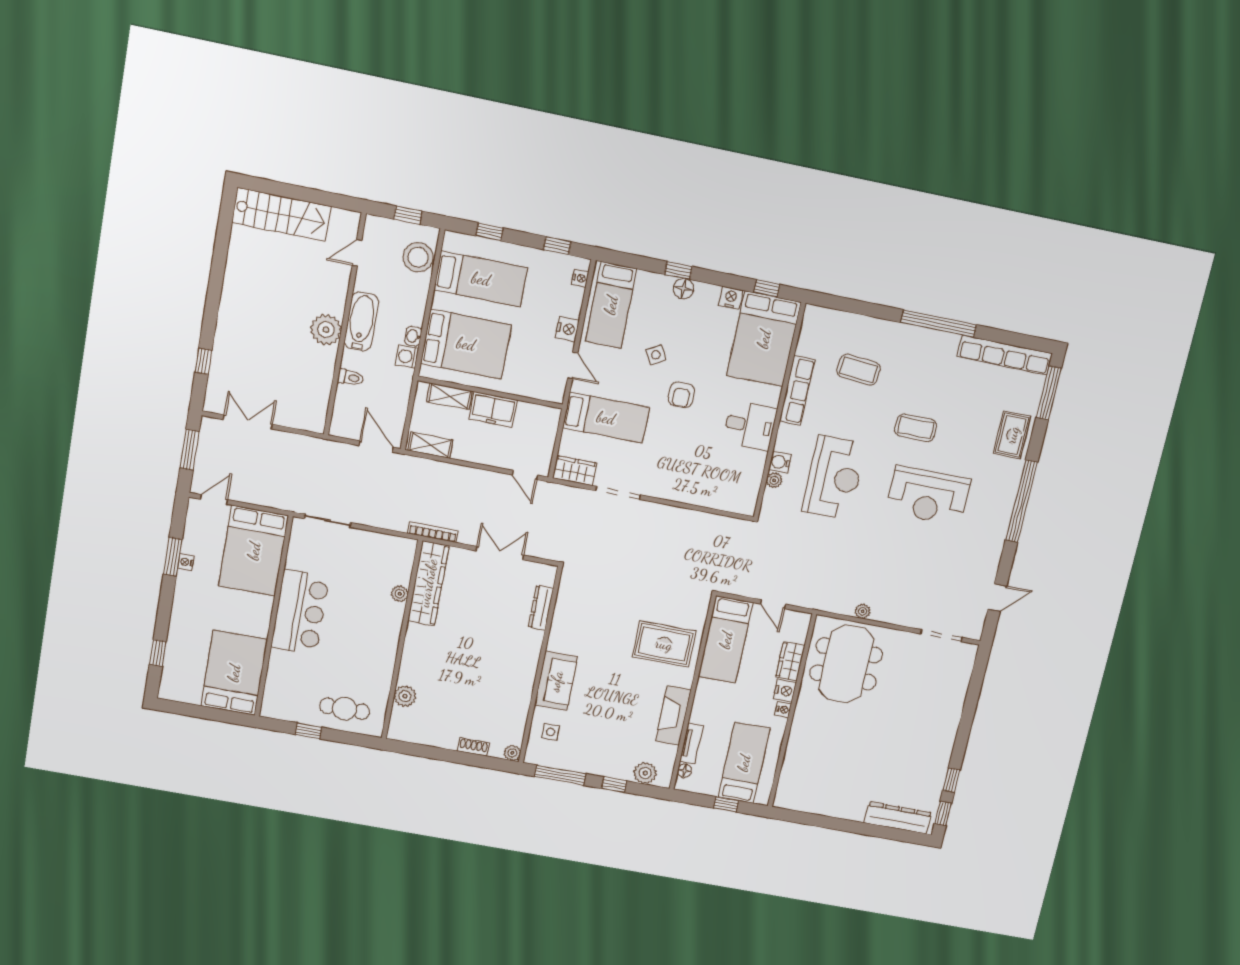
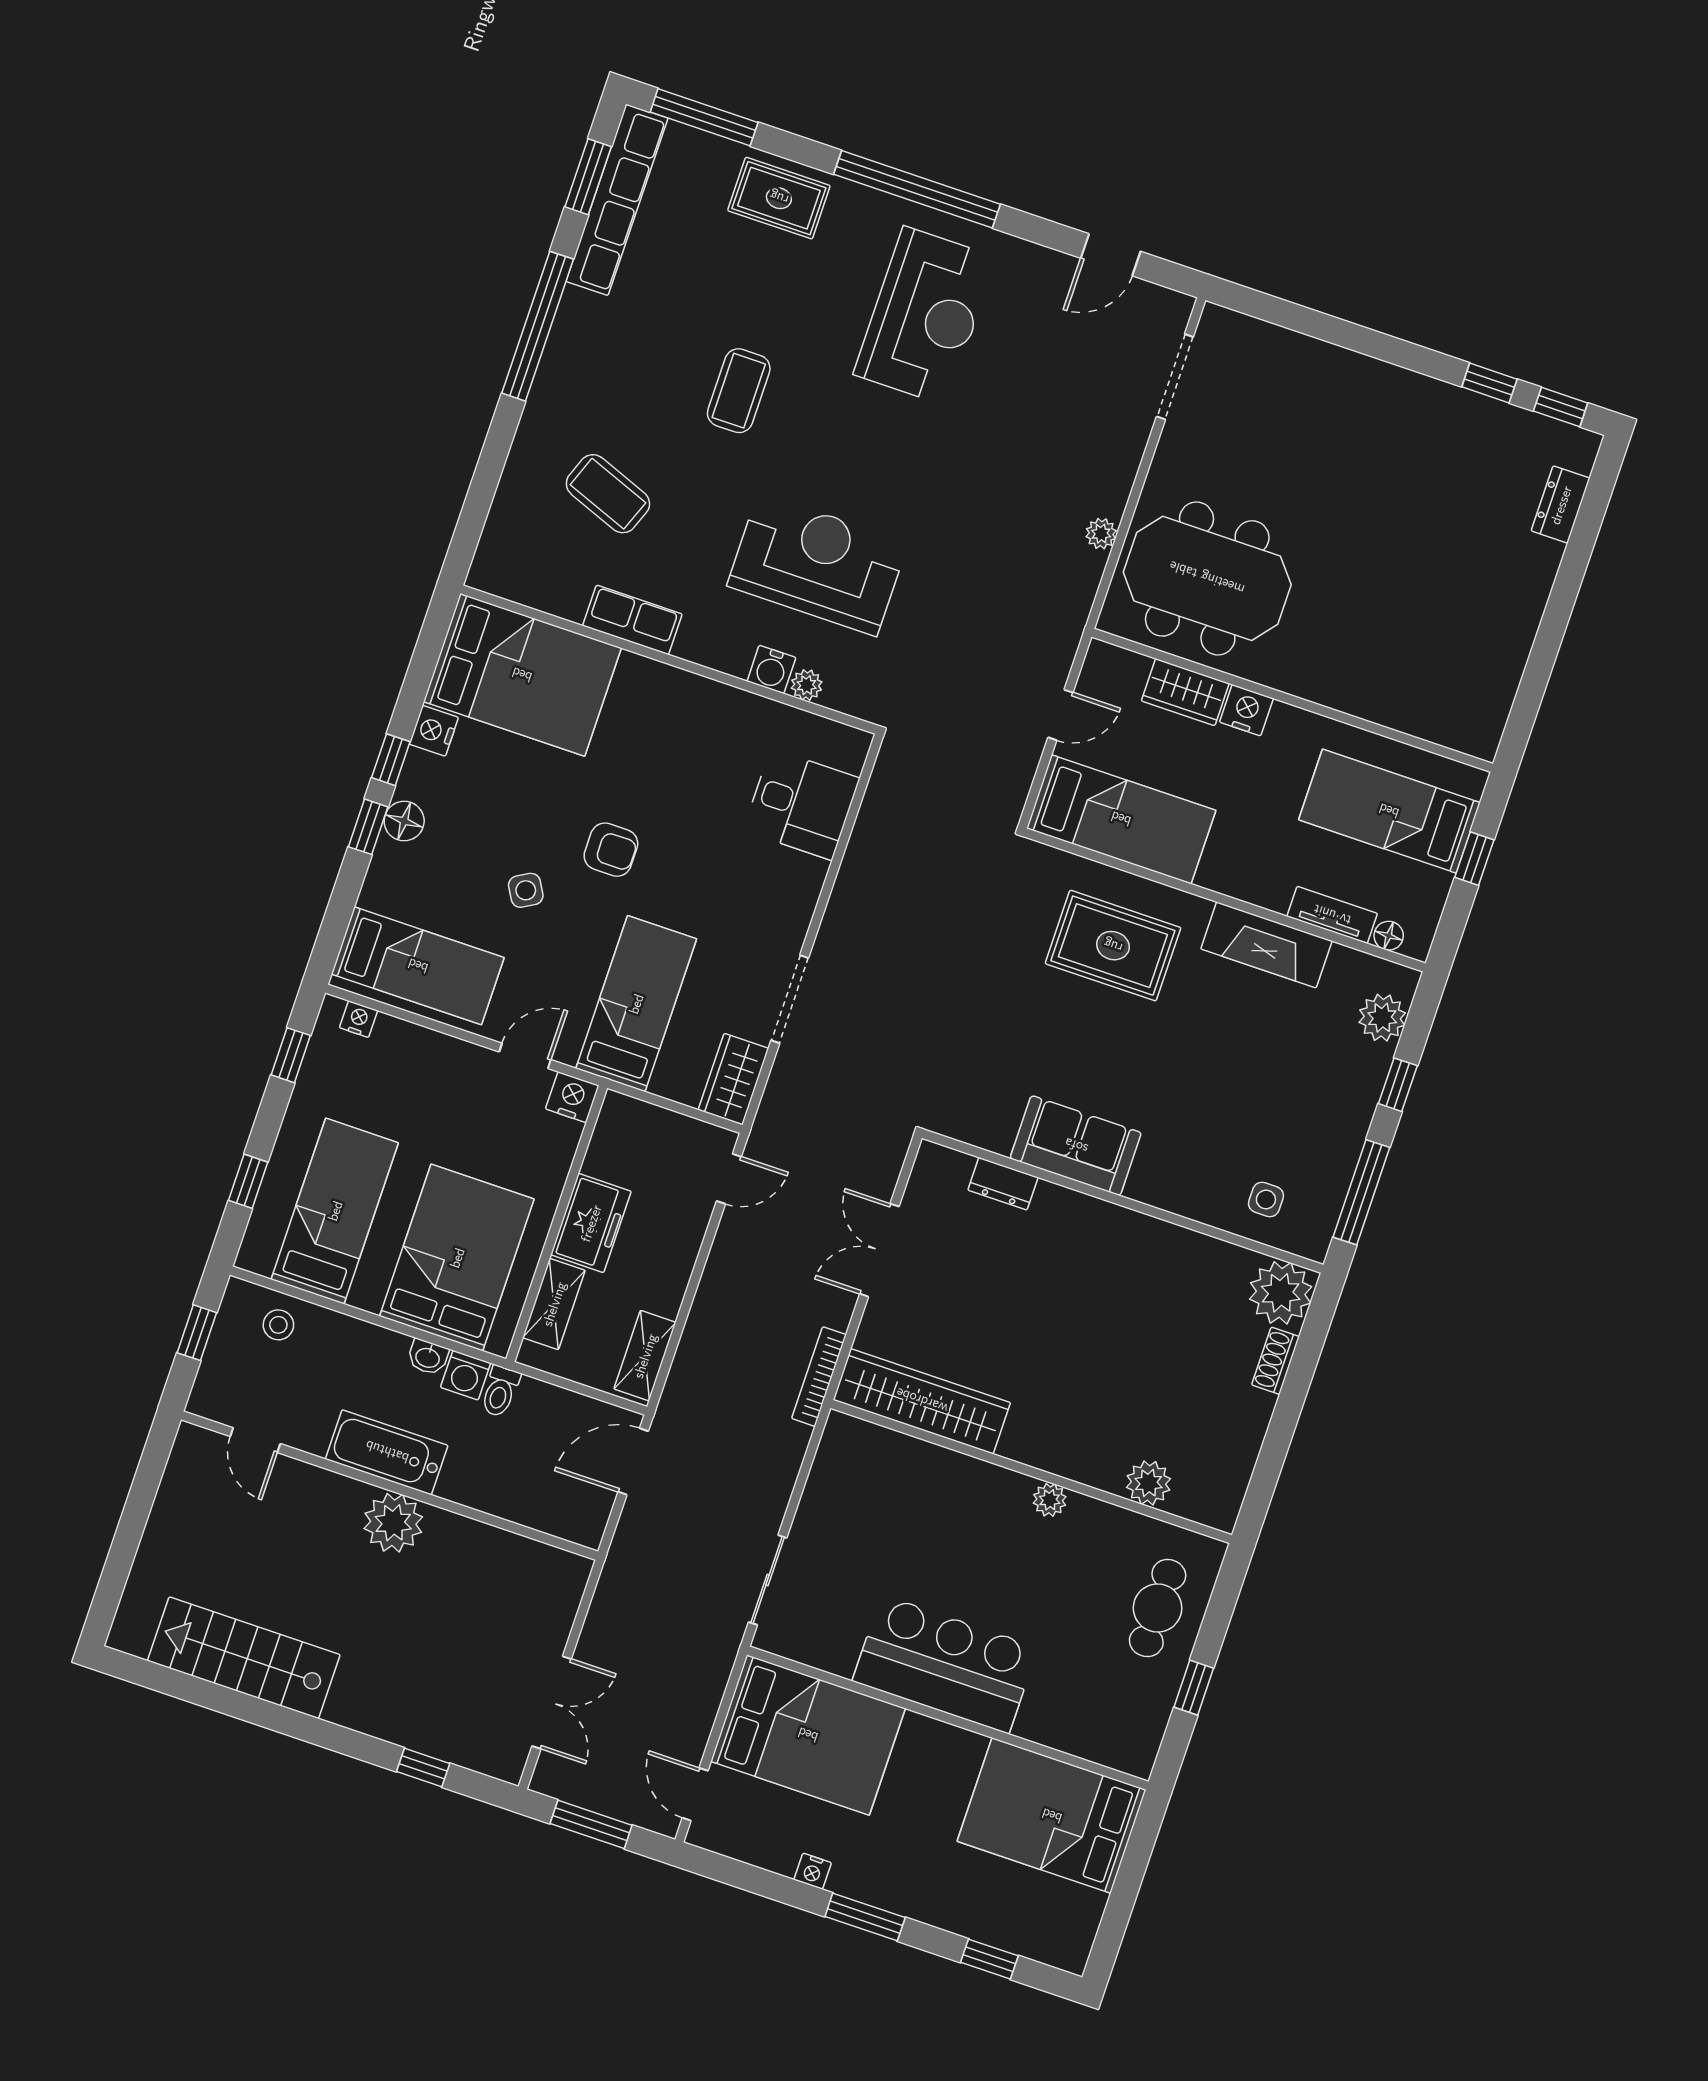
stairs: (281, 214) -> (244, 1658), moved, turned -90
stool: (418, 257) -> (278, 1325), width x0.53, depth x0.53
window: (767, 288) -> (391, 760), moved
nightstand: (567, 329) -> (572, 1097), moved
window: (1015, 339) -> (588, 177), added
coffee table: (859, 370) -> (608, 494), turned -74
toilet: (350, 378) -> (500, 1391), moved, turned 180
row of seats: (797, 390) -> (632, 620), width x0.68
double door: (248, 422) -> (552, 1702), swing flipped
desk: (750, 426) -> (801, 804), moved, turned 90
reception desk: (928, 496) -> (925, 316), moved
window: (173, 557) -> (865, 1917), moved
plant: (400, 594) -> (1050, 1500), moved
door: (997, 598) -> (1111, 255), swing flipped
dresser: (541, 608) -> (1003, 1184), width x0.70
rug: (664, 644) -> (1113, 946), turned 90
sofa: (556, 681) -> (1076, 1146), moved
nightstand: (783, 710) -> (1286, 718), removed
plant: (512, 753) -> (1281, 1293), width x1.88, depth x1.88
dresser: (898, 818) -> (1561, 505), width x0.51, depth x0.80

